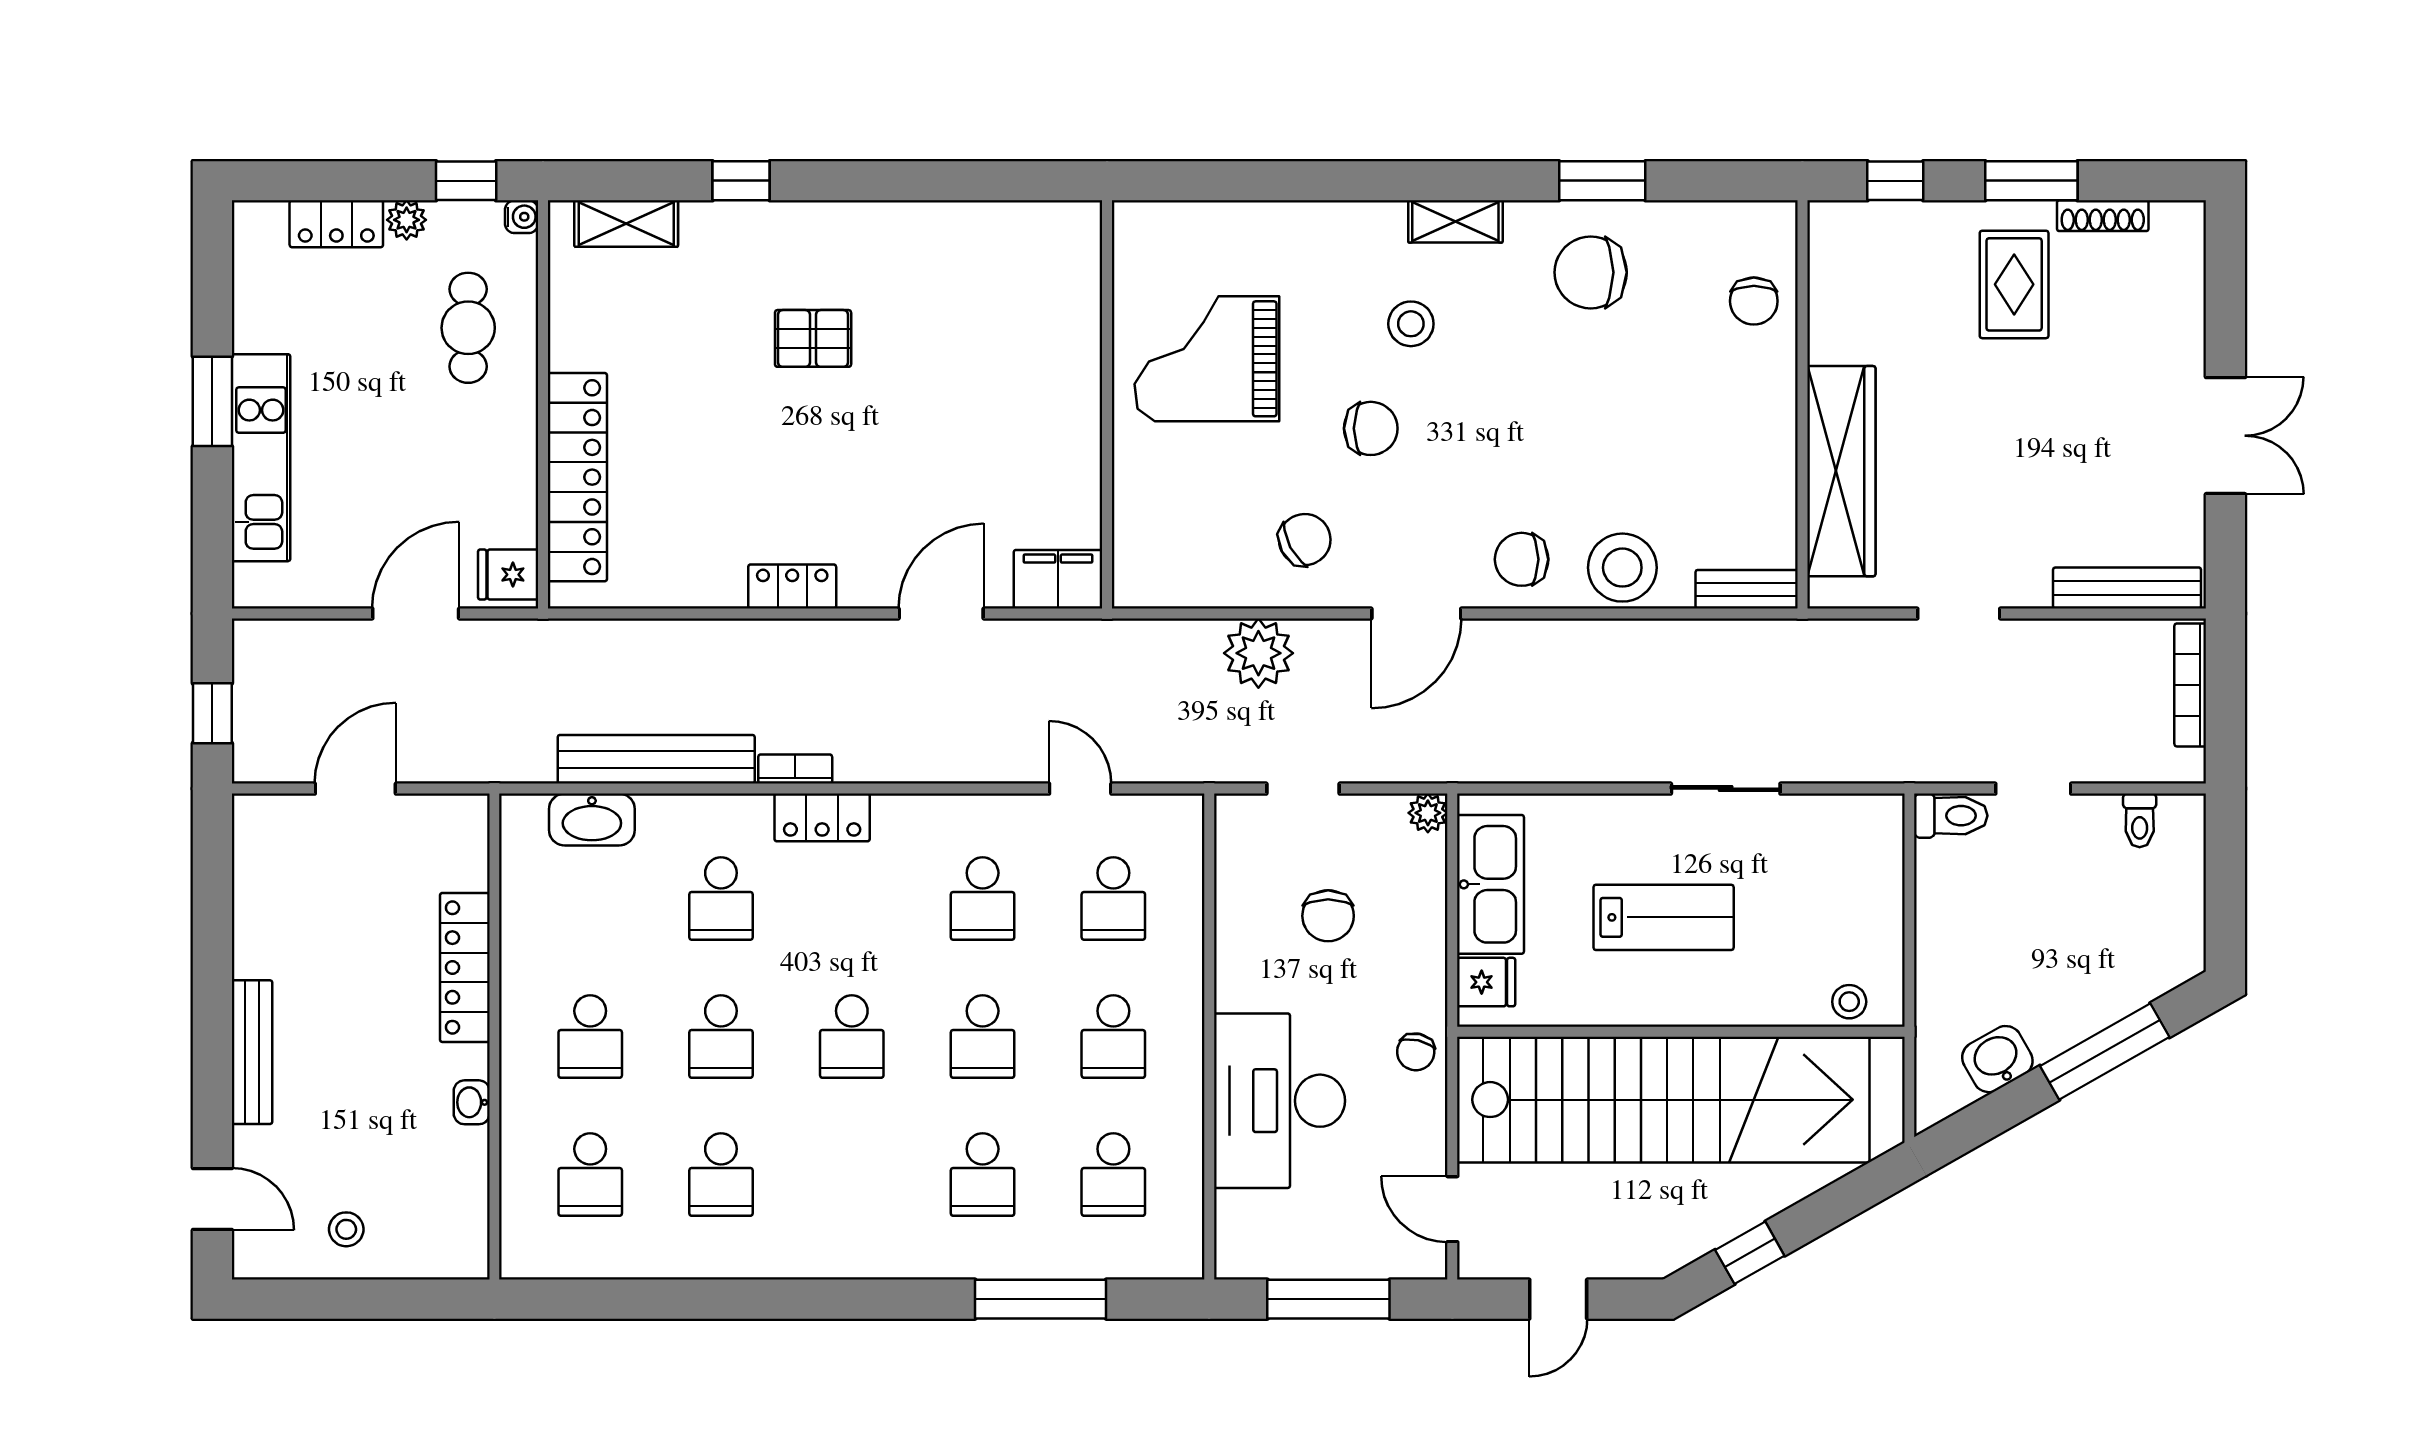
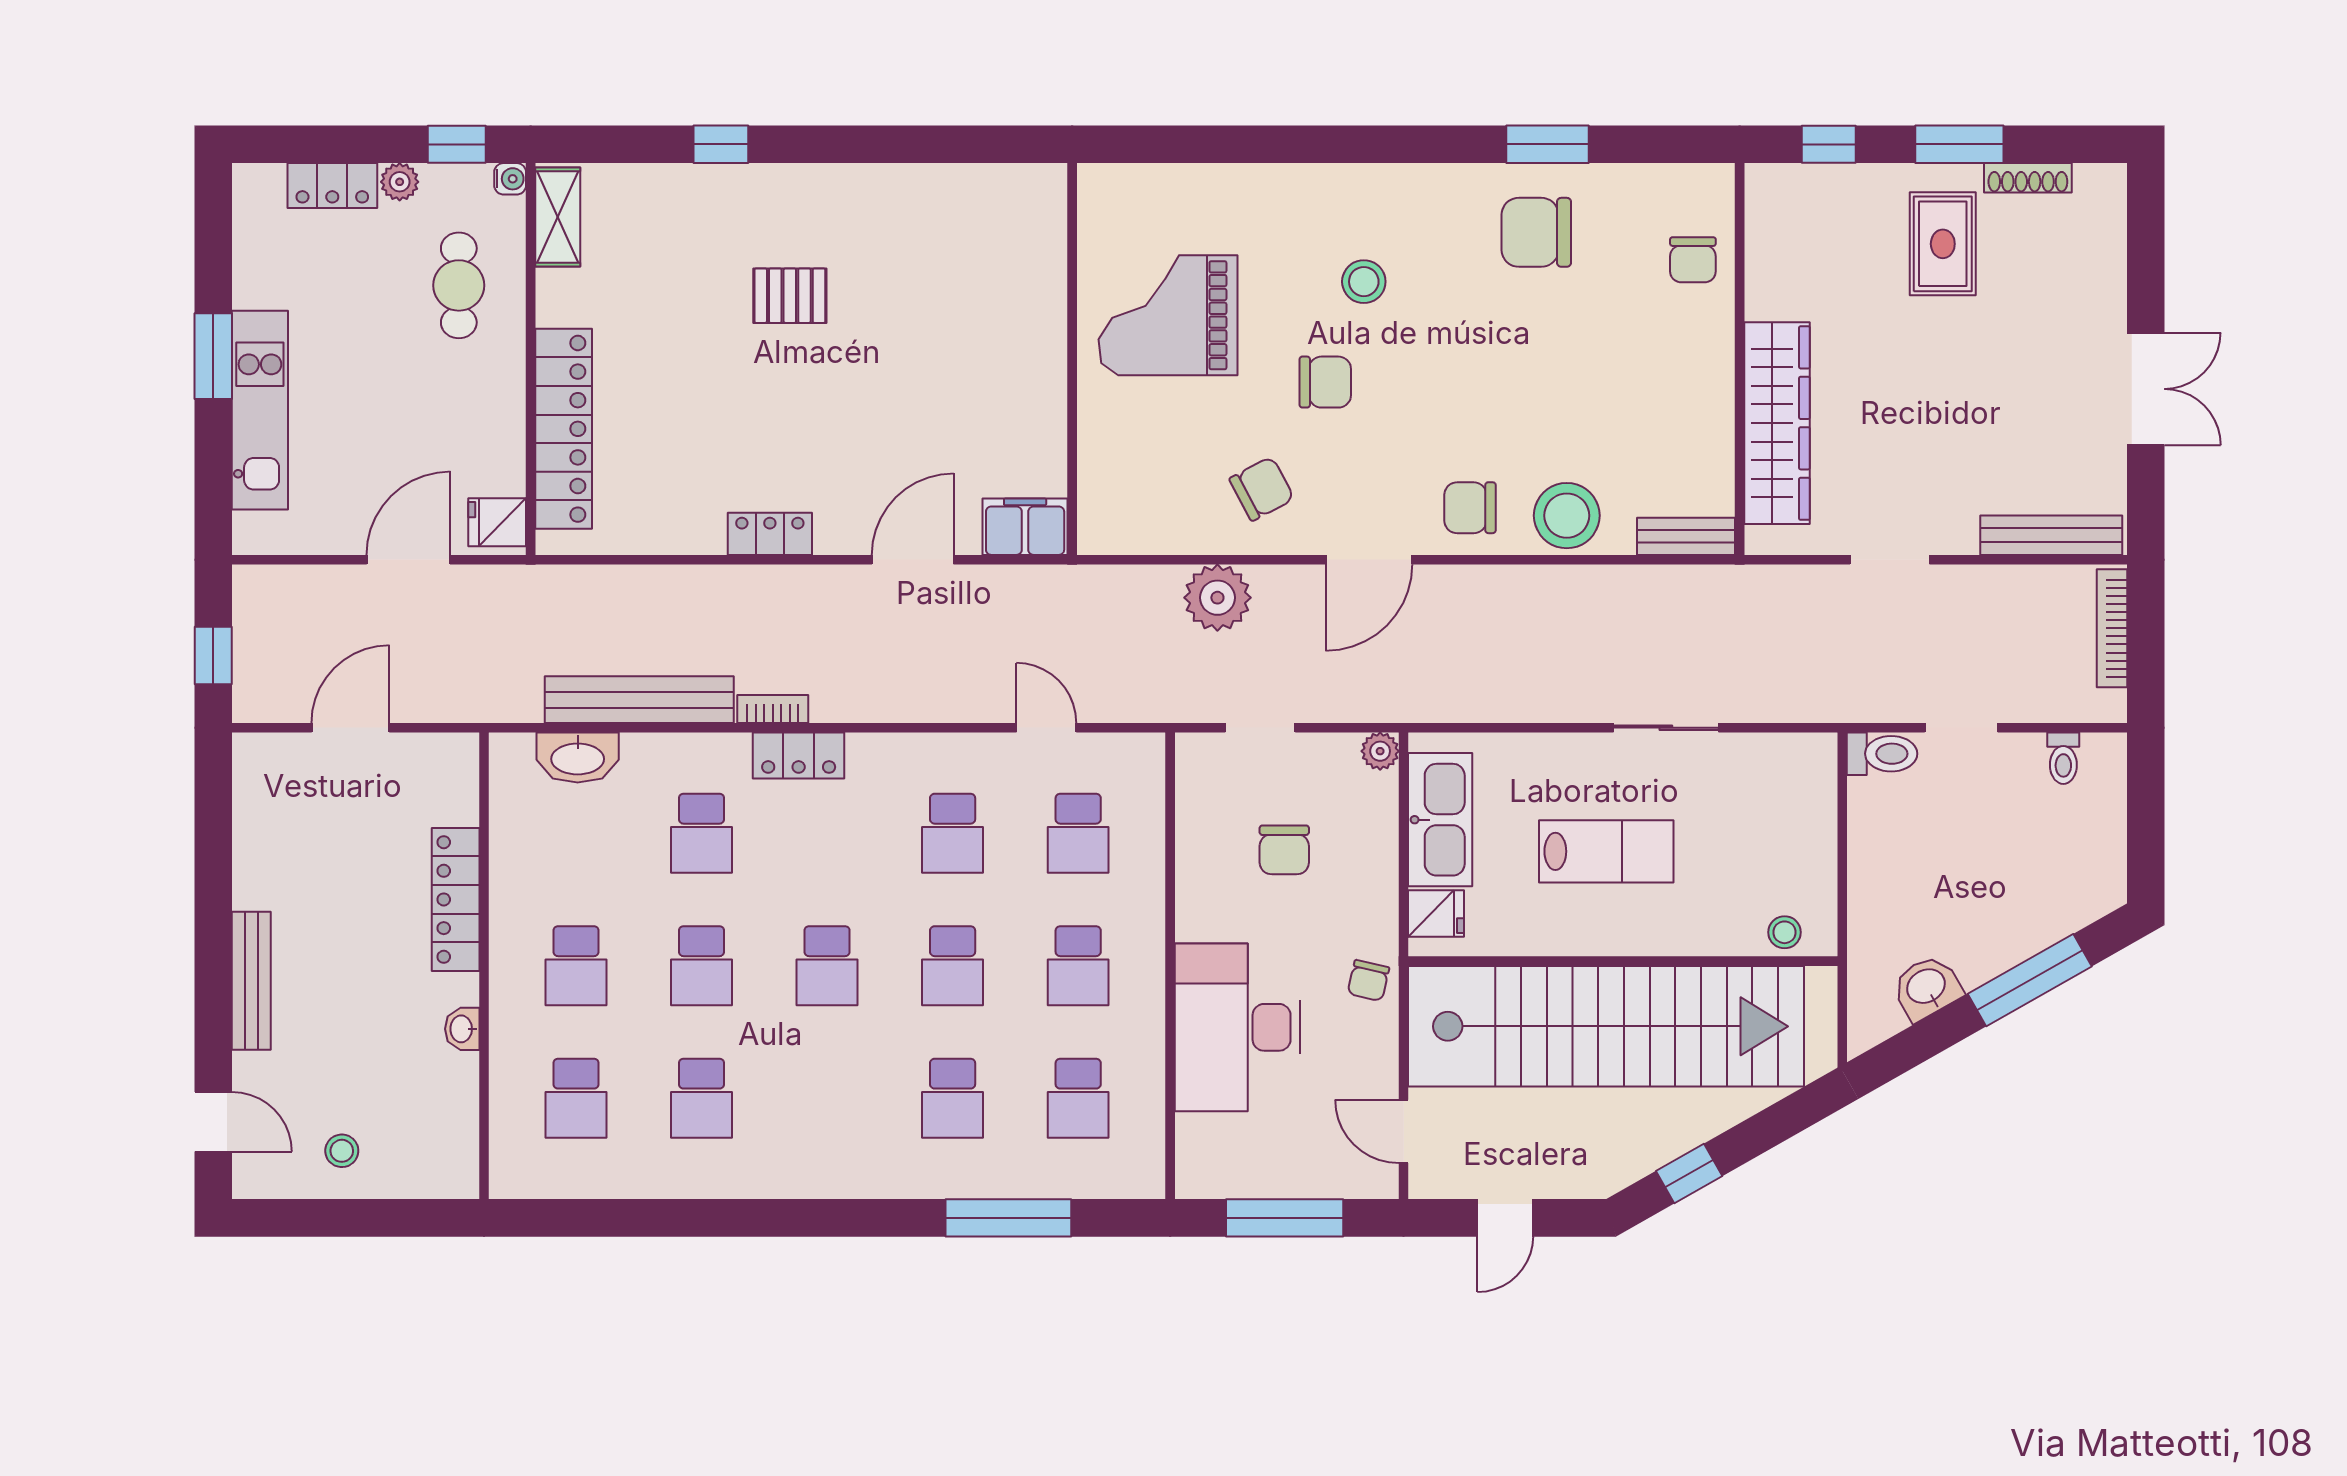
shelving: (1455, 221) -> (1406, 183), removed
shelving: (626, 223) -> (558, 217), moved, turned 90

